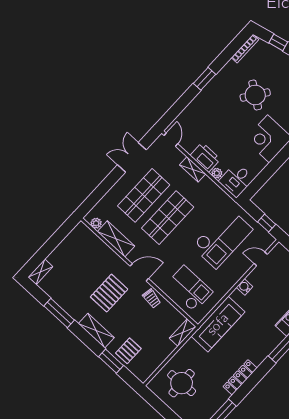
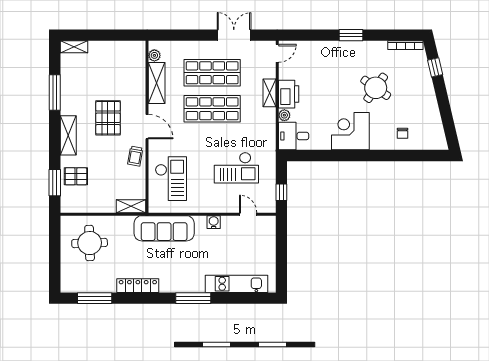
checkout: (222, 238) -> (236, 168), width x0.73, depth x0.83
pallet: (109, 293) -> (108, 118), turned 90
window: (111, 361) -> (55, 183), moved

